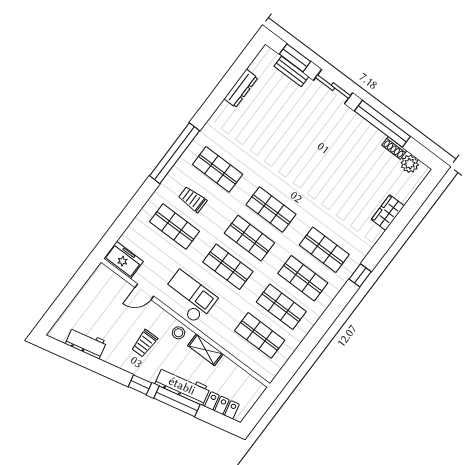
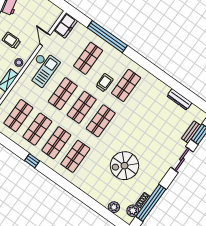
window: (382, 124) -> (151, 203), moved
window: (175, 153) -> (107, 37), moved
spiral stairs: (340, 175) -> (124, 166), added
plant: (404, 193) -> (114, 207), added
trolley: (193, 199) -> (104, 83), moved
wardrobe: (388, 213) -> (101, 197), removed
window: (360, 275) -> (32, 161), moved

